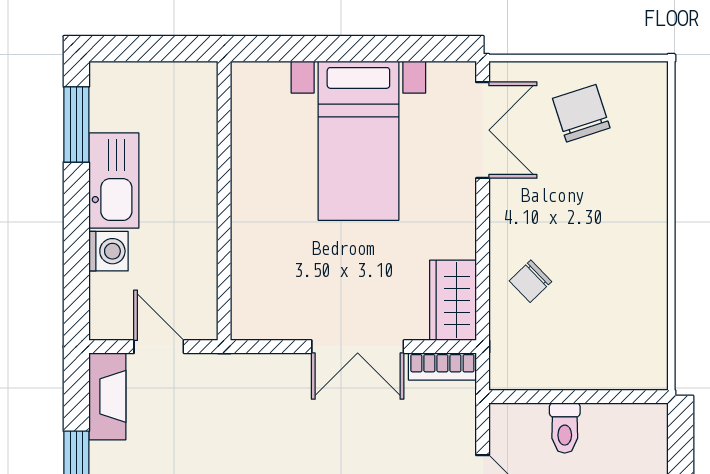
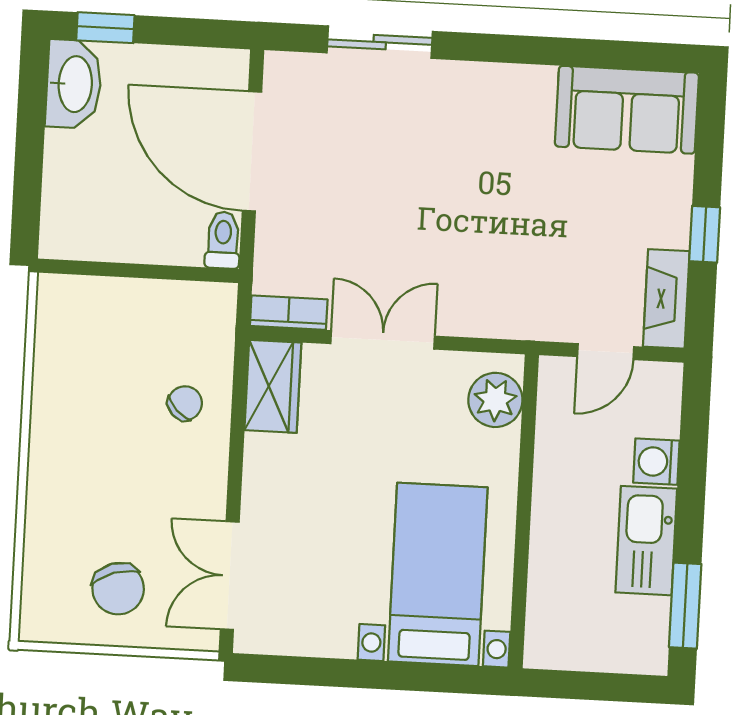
bed with nightstands: (358, 141) -> (438, 574), moved
plant: (255, 299) -> (495, 400), added
door: (159, 347) -> (606, 352), hinge flipped
toilet: (565, 428) -> (223, 240), moved

